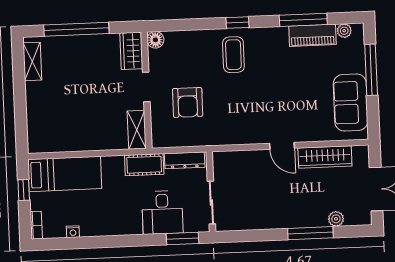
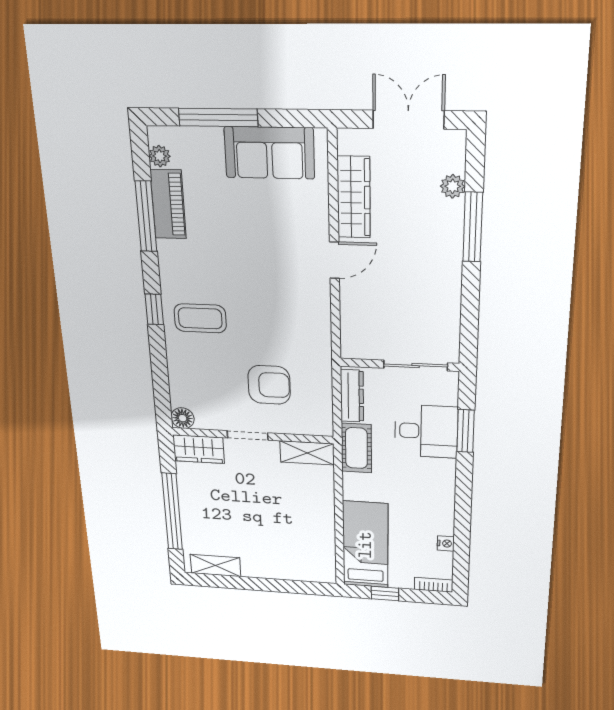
window: (182, 239) -> (466, 431), moved

